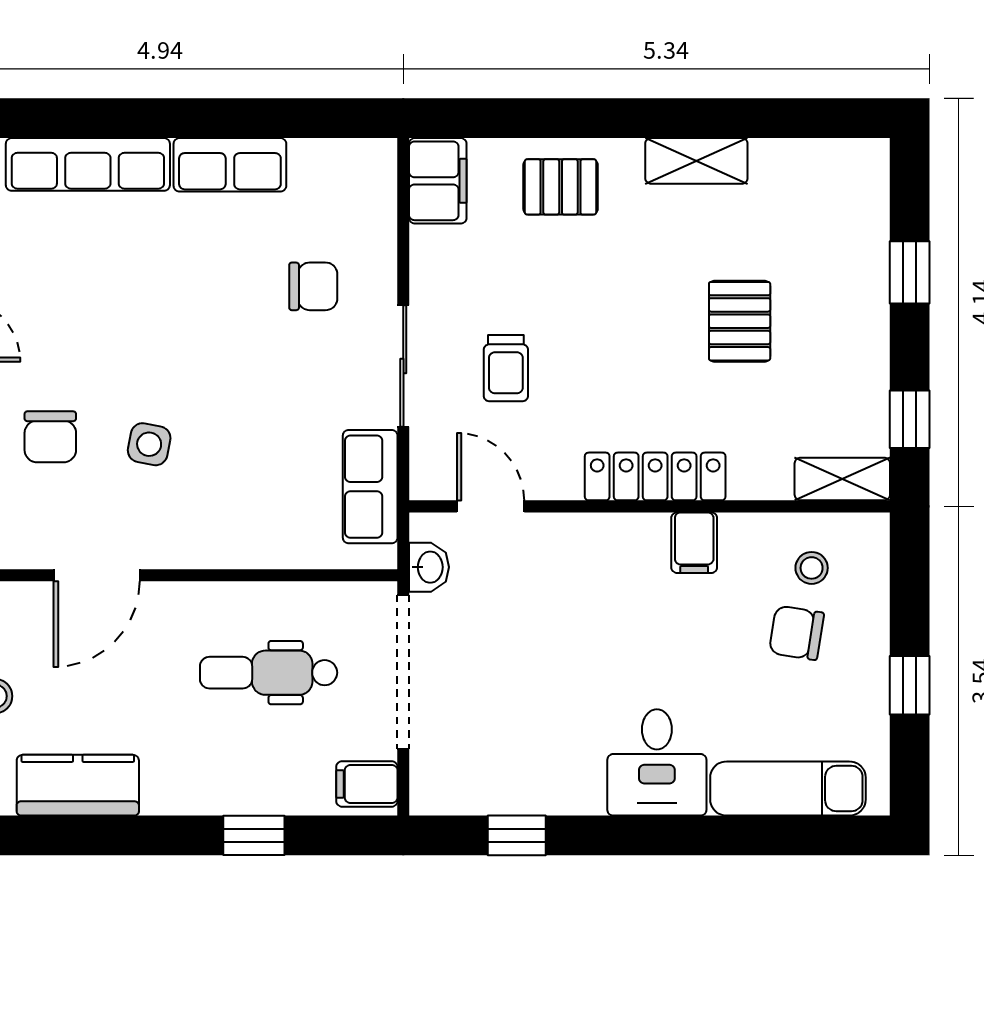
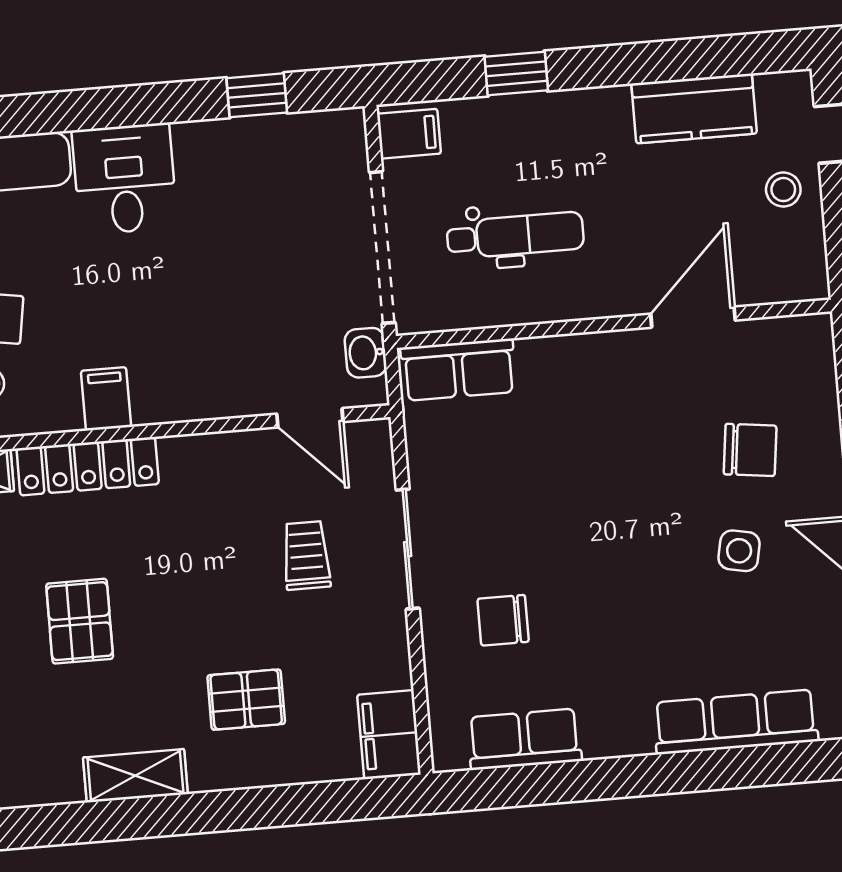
row of seats: (230, 165) -> (524, 739), moved
pallet: (561, 187) -> (246, 700), moved
chair: (50, 437) -> (750, 450), turned 97
side table: (149, 444) -> (739, 551), moved
locker: (655, 476) -> (88, 466), moved
row of seats: (370, 487) -> (458, 370), moved, turned 90

